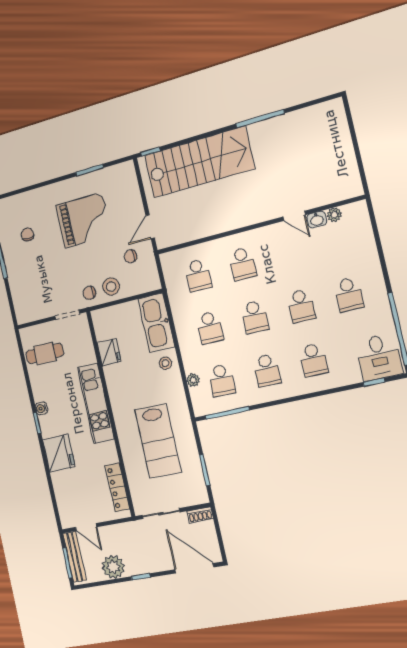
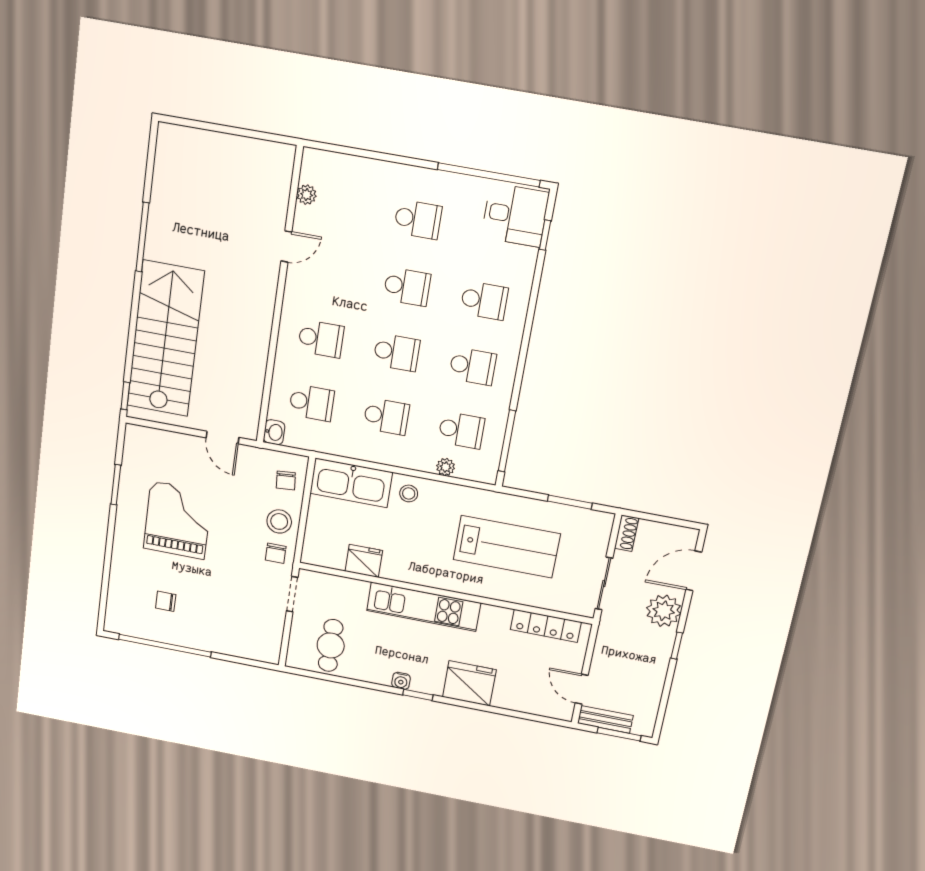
washbasin: (317, 220) -> (274, 432), moved
chair: (130, 256) -> (286, 480), moved
door: (86, 527) -> (582, 689), swing flipped
bench: (75, 557) -> (605, 719), width x0.73
plant: (113, 567) -> (664, 611), moved
door: (194, 568) -> (694, 571), width x0.73

